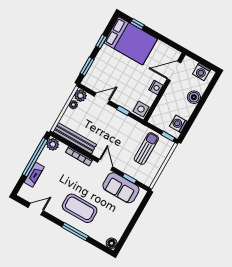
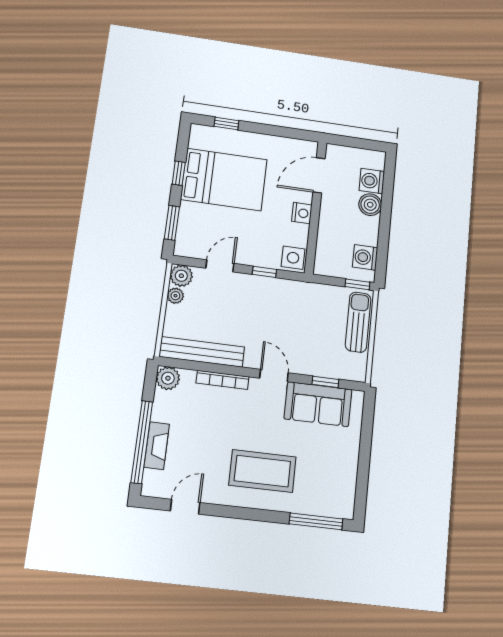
bed: (131, 41) -> (224, 180), moved
washing machine: (201, 72) -> (372, 181), moved, turned 90
sun lounger: (146, 148) -> (358, 322), moved
window: (35, 157) -> (142, 442), moved
window: (75, 232) -> (316, 521), moved
floor lamp: (112, 243) -> (345, 509), removed

